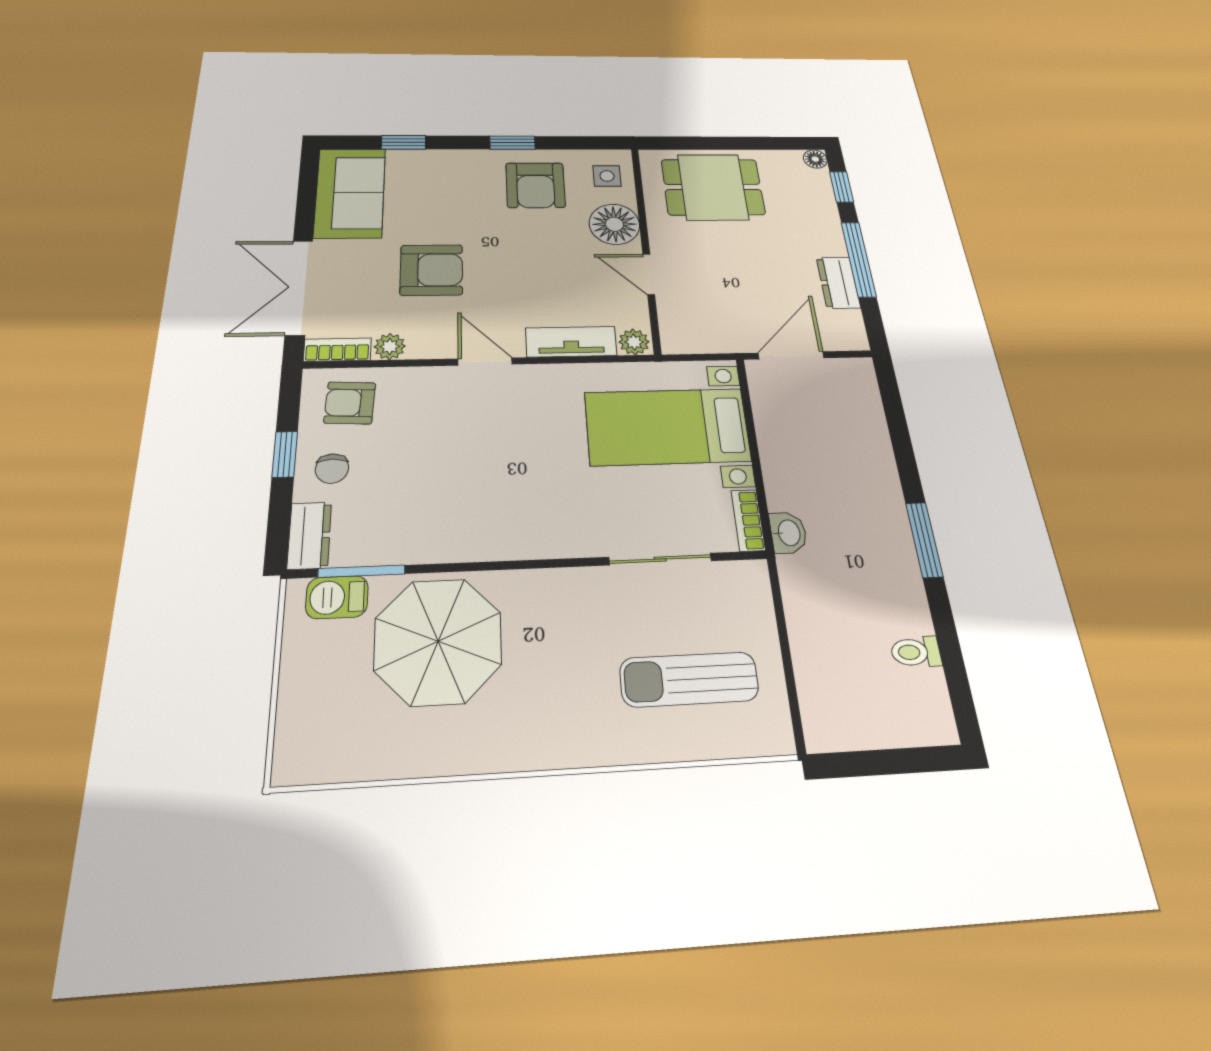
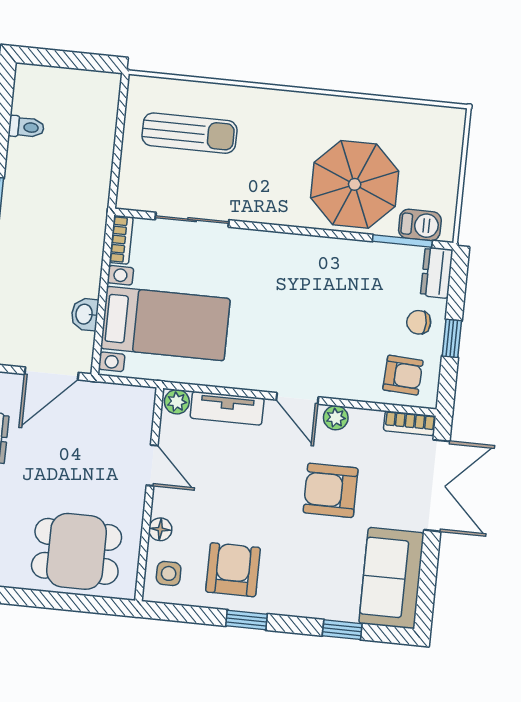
floor lamp: (614, 224) -> (160, 529), width x0.53, depth x0.53
plant: (390, 347) -> (336, 418), moved
chair: (332, 469) -> (419, 322), turned -90
washbasin: (788, 533) -> (85, 314), moved

